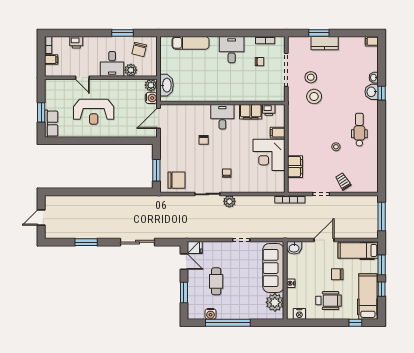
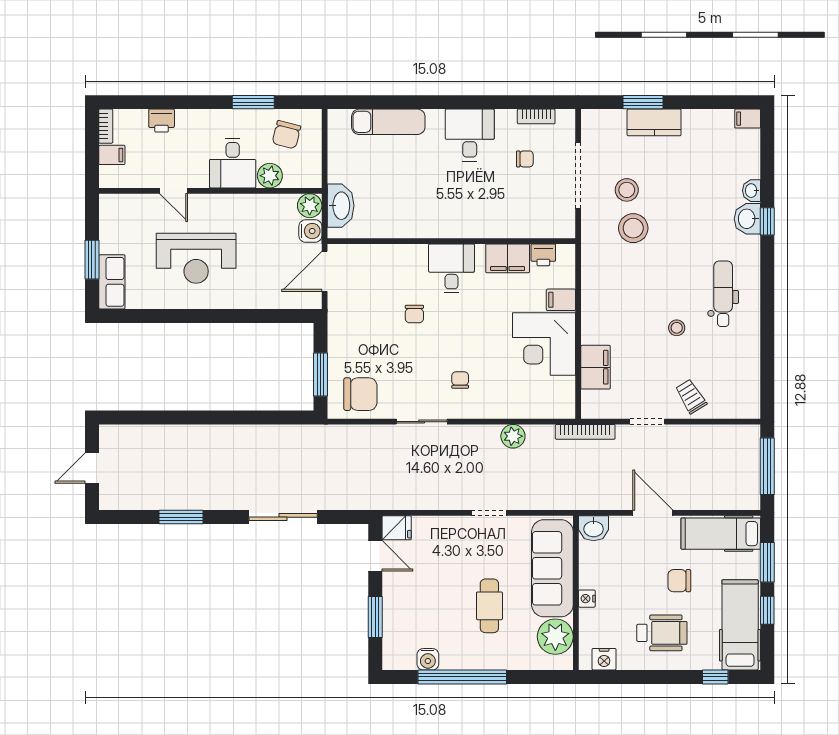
plant: (229, 201) -> (513, 436), moved
door: (324, 240) -> (653, 513), hinge flipped
cafe table: (216, 281) -> (489, 606), moved

